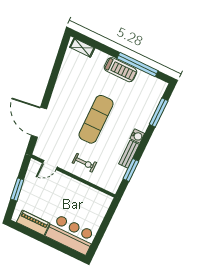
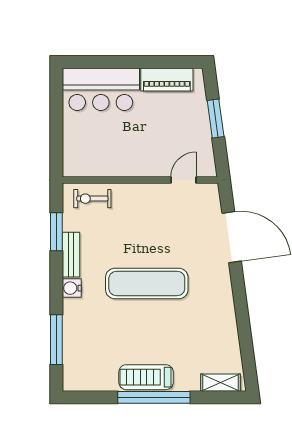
window: (138, 65) -> (154, 397), moved
exercise mat: (96, 119) -> (147, 284), turned 90
exercise bike: (84, 163) -> (92, 199), moved

